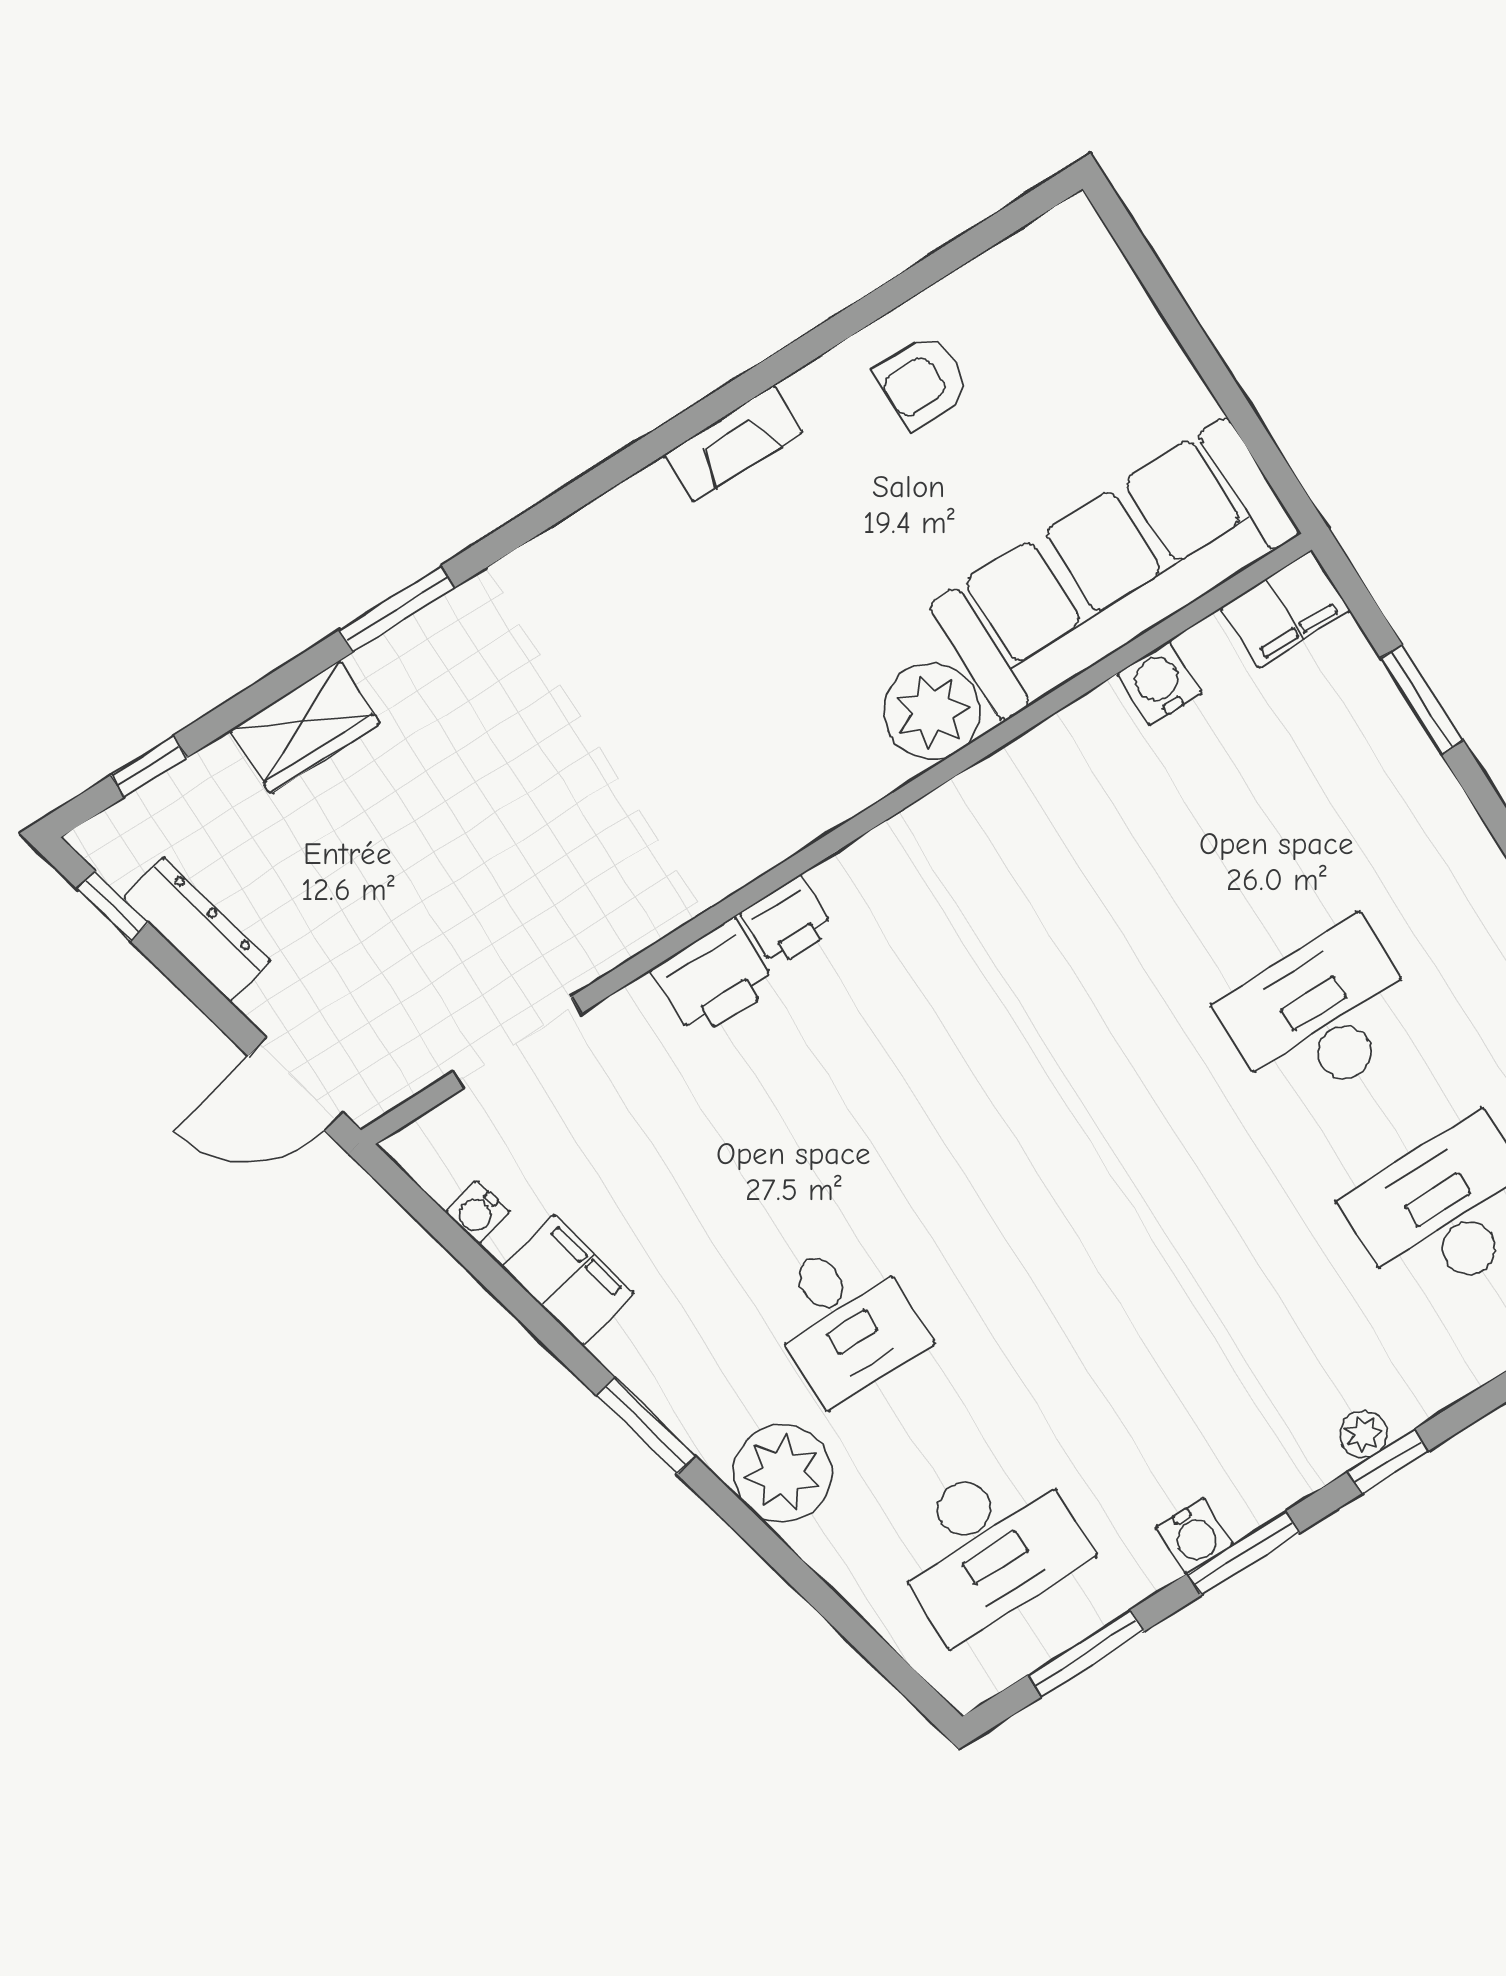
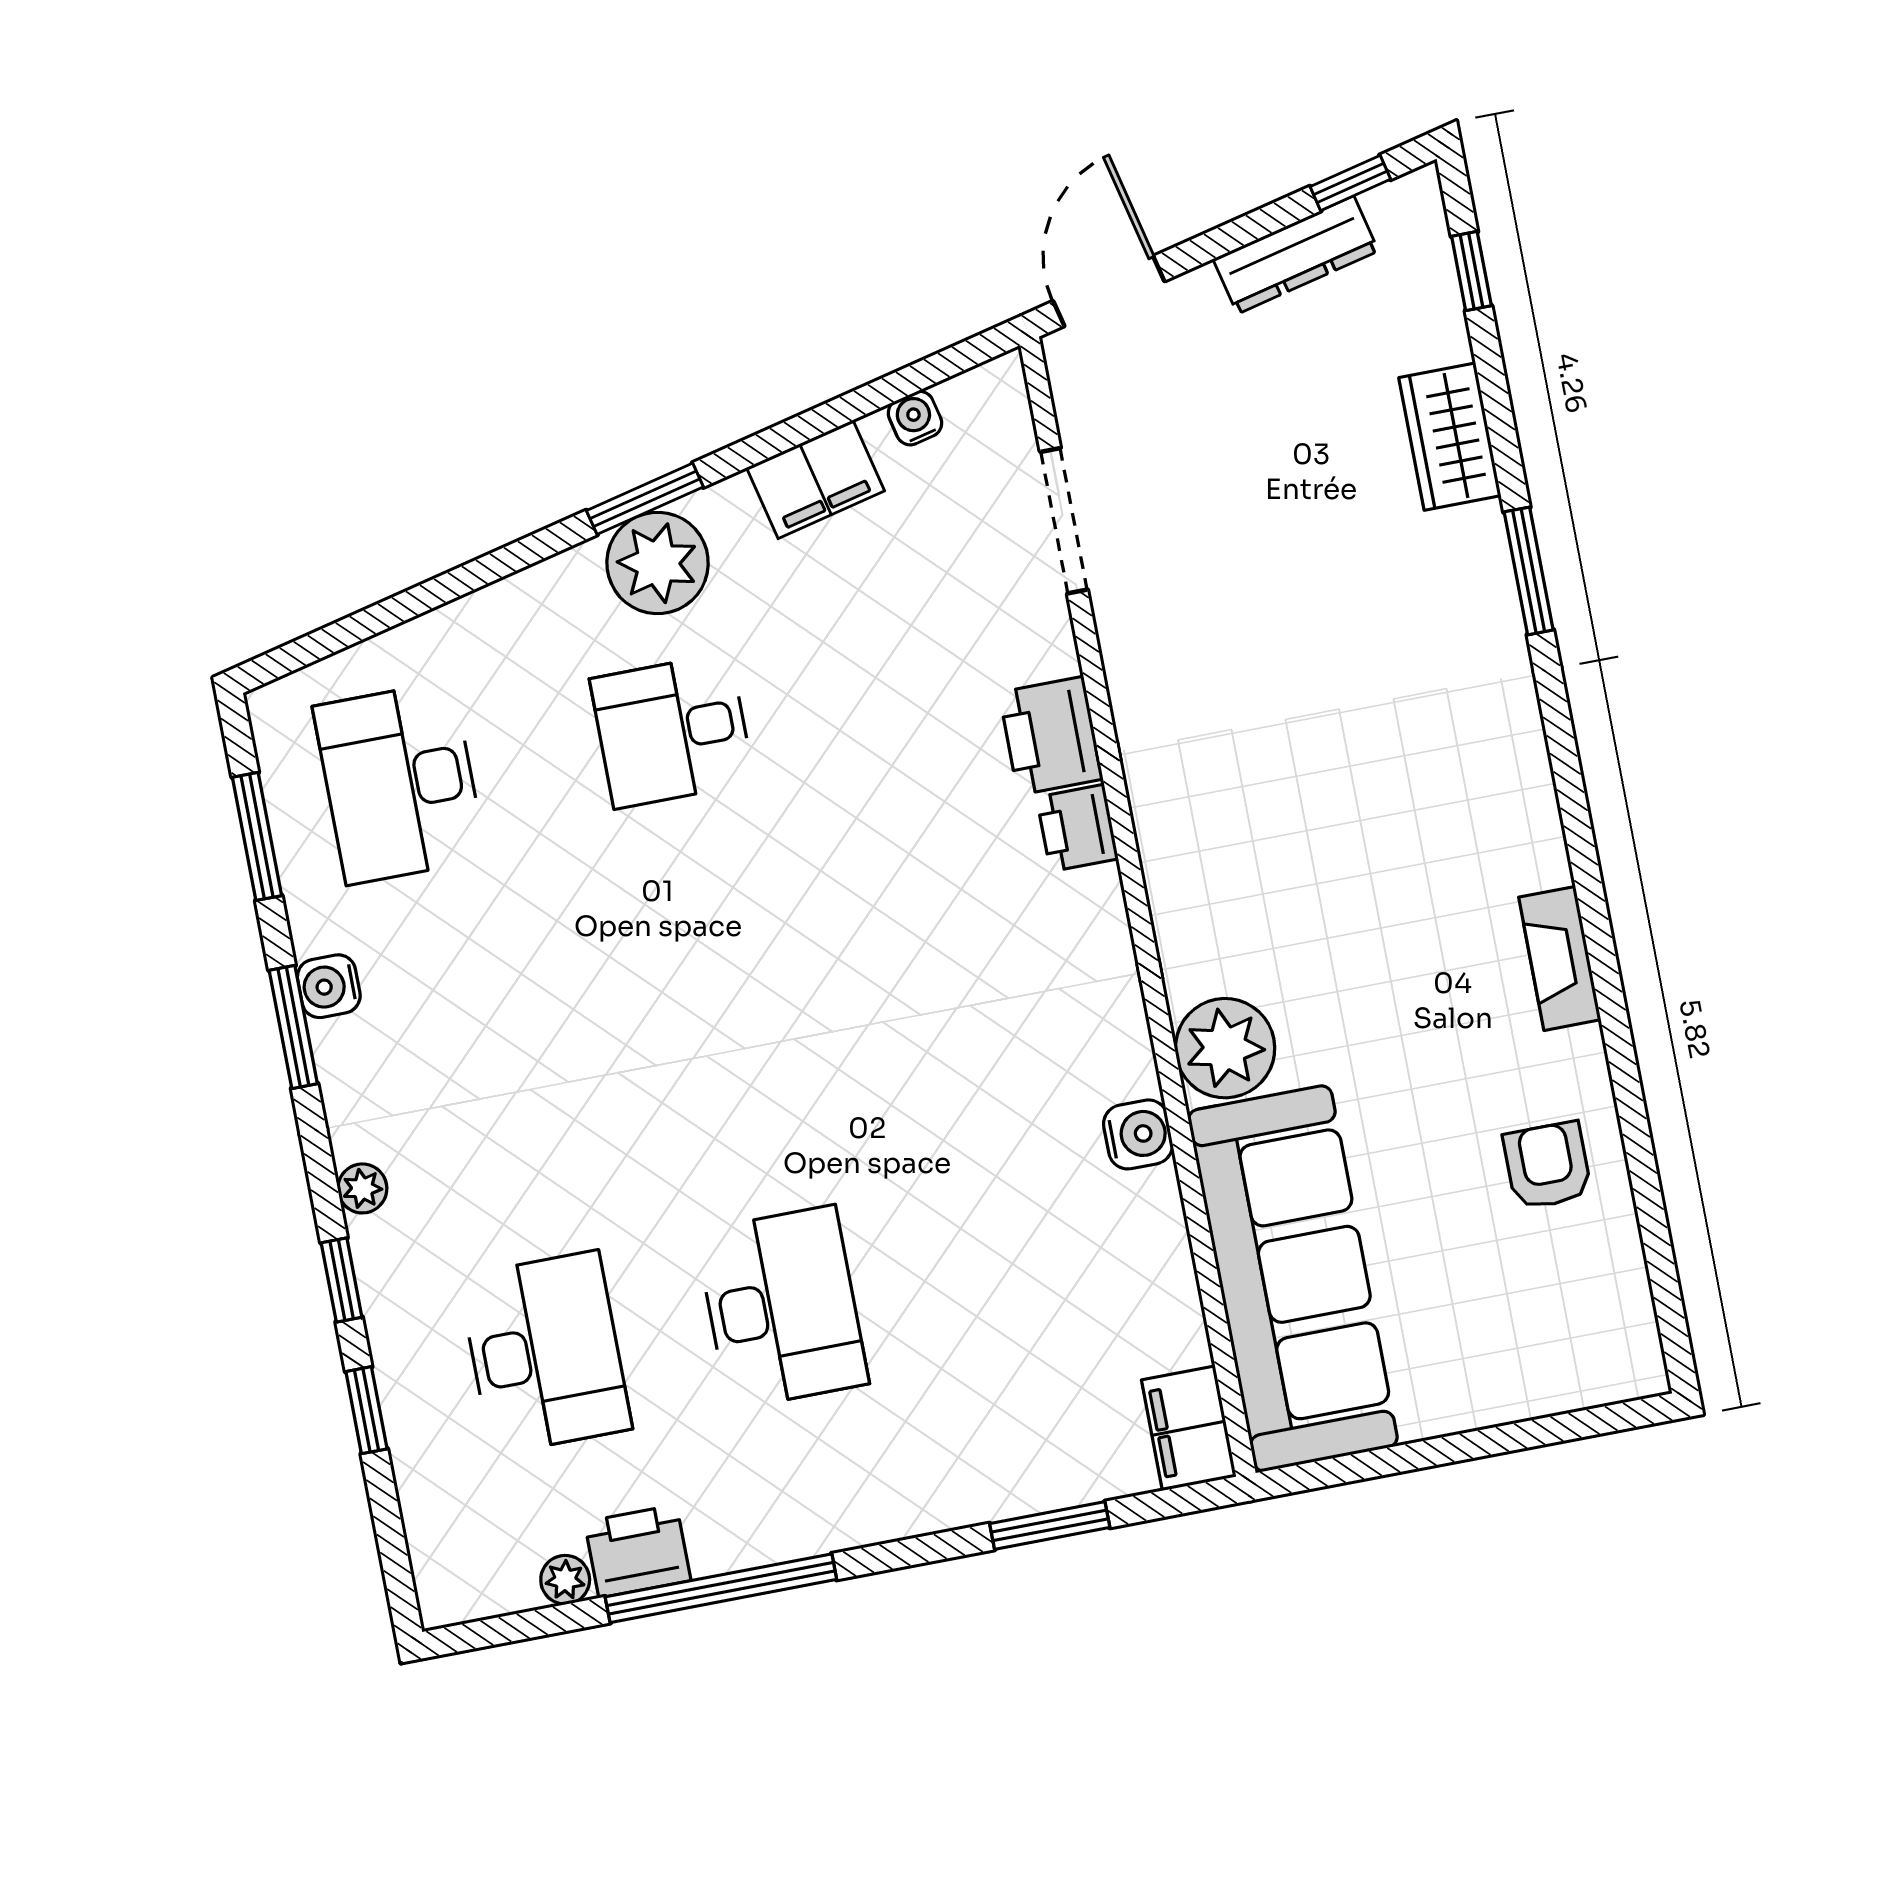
water cooler: (1159, 683) -> (1138, 1134), moved
window: (1388, 1461) -> (342, 1280), moved
plant: (783, 1473) -> (658, 563), moved

